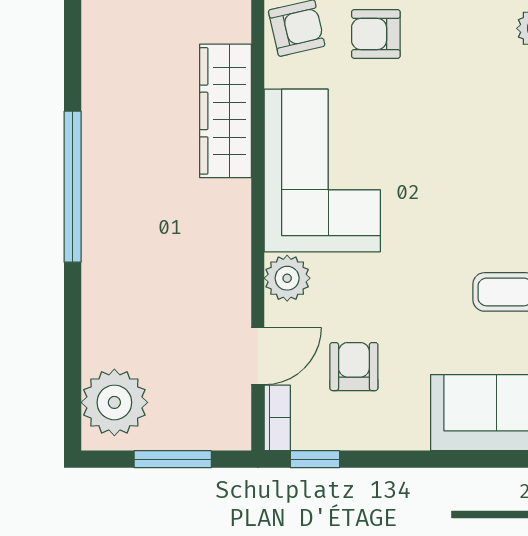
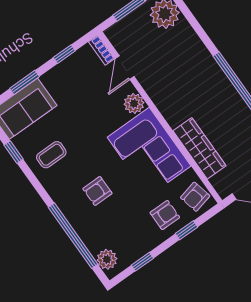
armchair: (354, 367) -> (97, 191), moved, turned 90
window: (315, 459) -> (64, 54), moved
window: (460, 459) -> (24, 82), added

